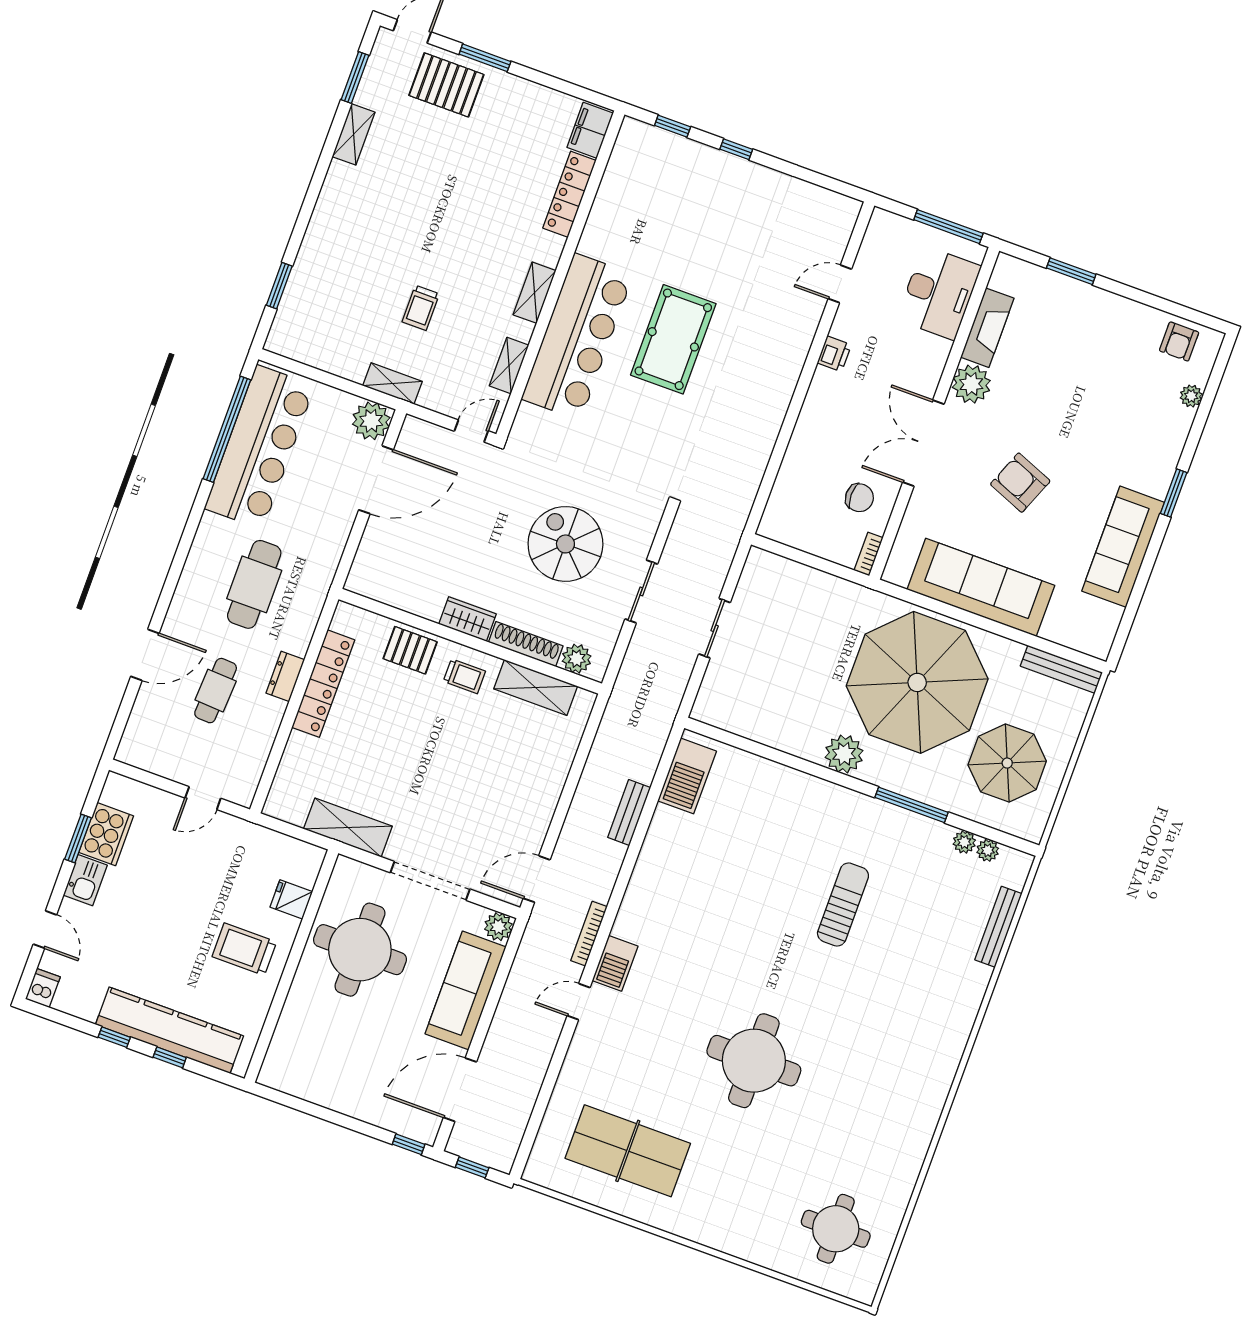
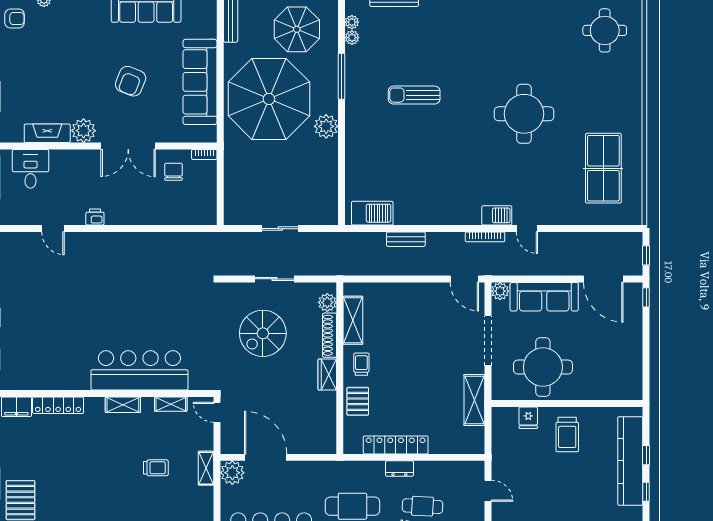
desk: (939, 293) -> (30, 169), width x0.73
pool table: (673, 339) -> (121, 314), removed

